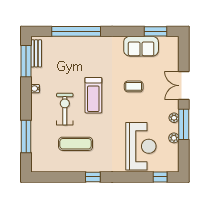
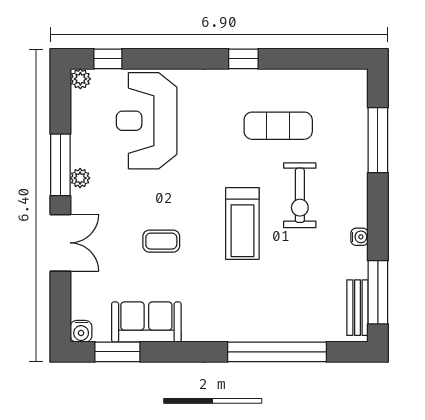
water cooler: (174, 42) -> (81, 331), added
treadmill: (93, 95) -> (242, 224), turned 180
plant: (174, 138) -> (80, 79), moved

